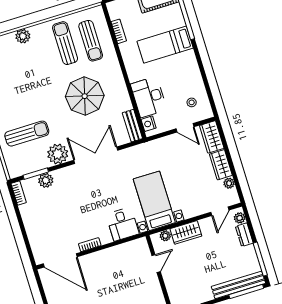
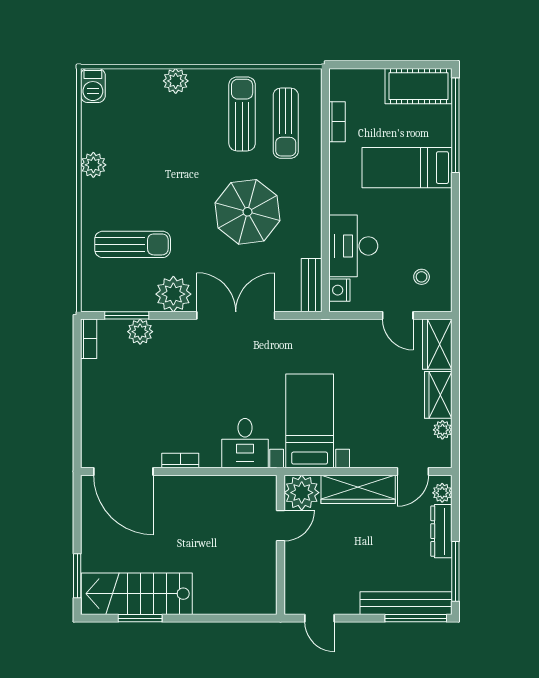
wardrobe: (186, 232) -> (358, 489), width x1.50
dresser: (244, 235) -> (441, 531), width x1.44
plant: (165, 236) -> (302, 493), width x1.88, depth x1.88

